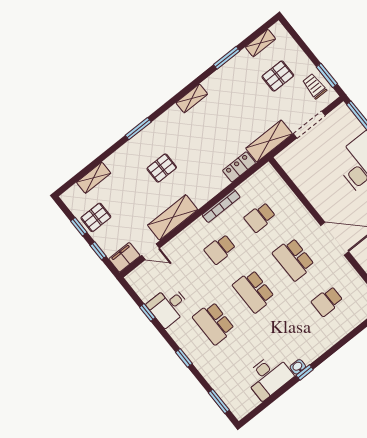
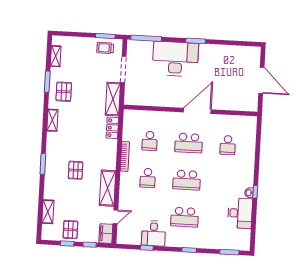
pallet: (278, 76) -> (64, 92), moved

